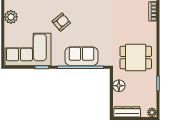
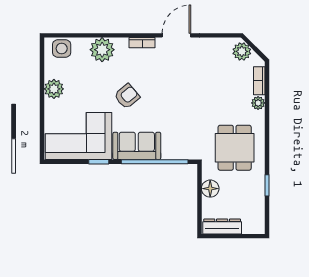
sofa: (82, 56) -> (137, 146), moved
dining table: (136, 58) -> (235, 148), turned 90
plant: (152, 112) -> (258, 103), moved

